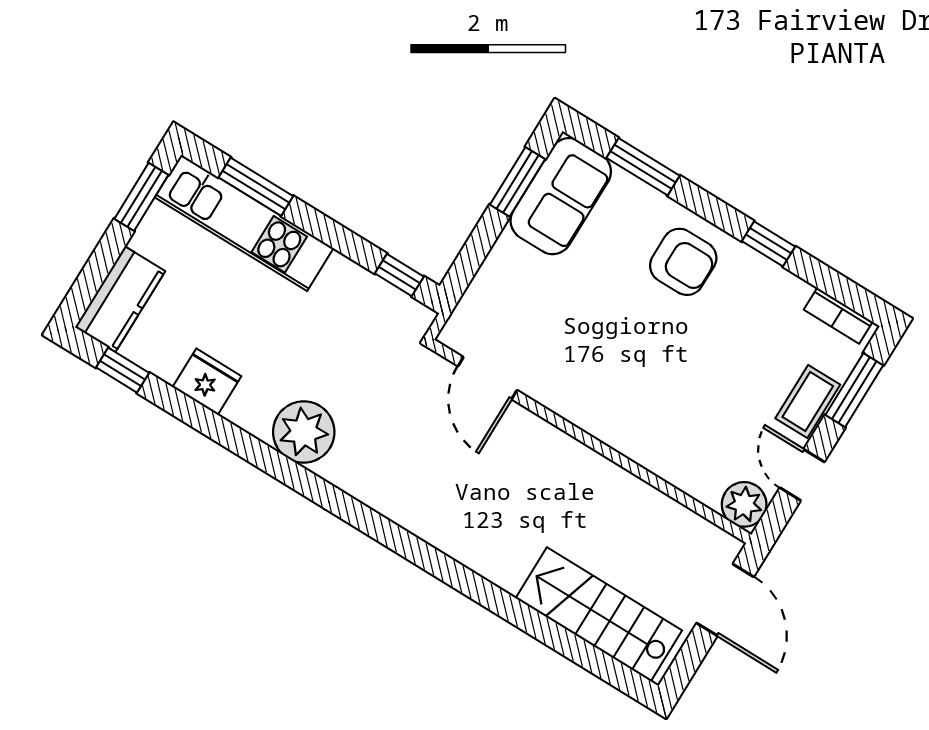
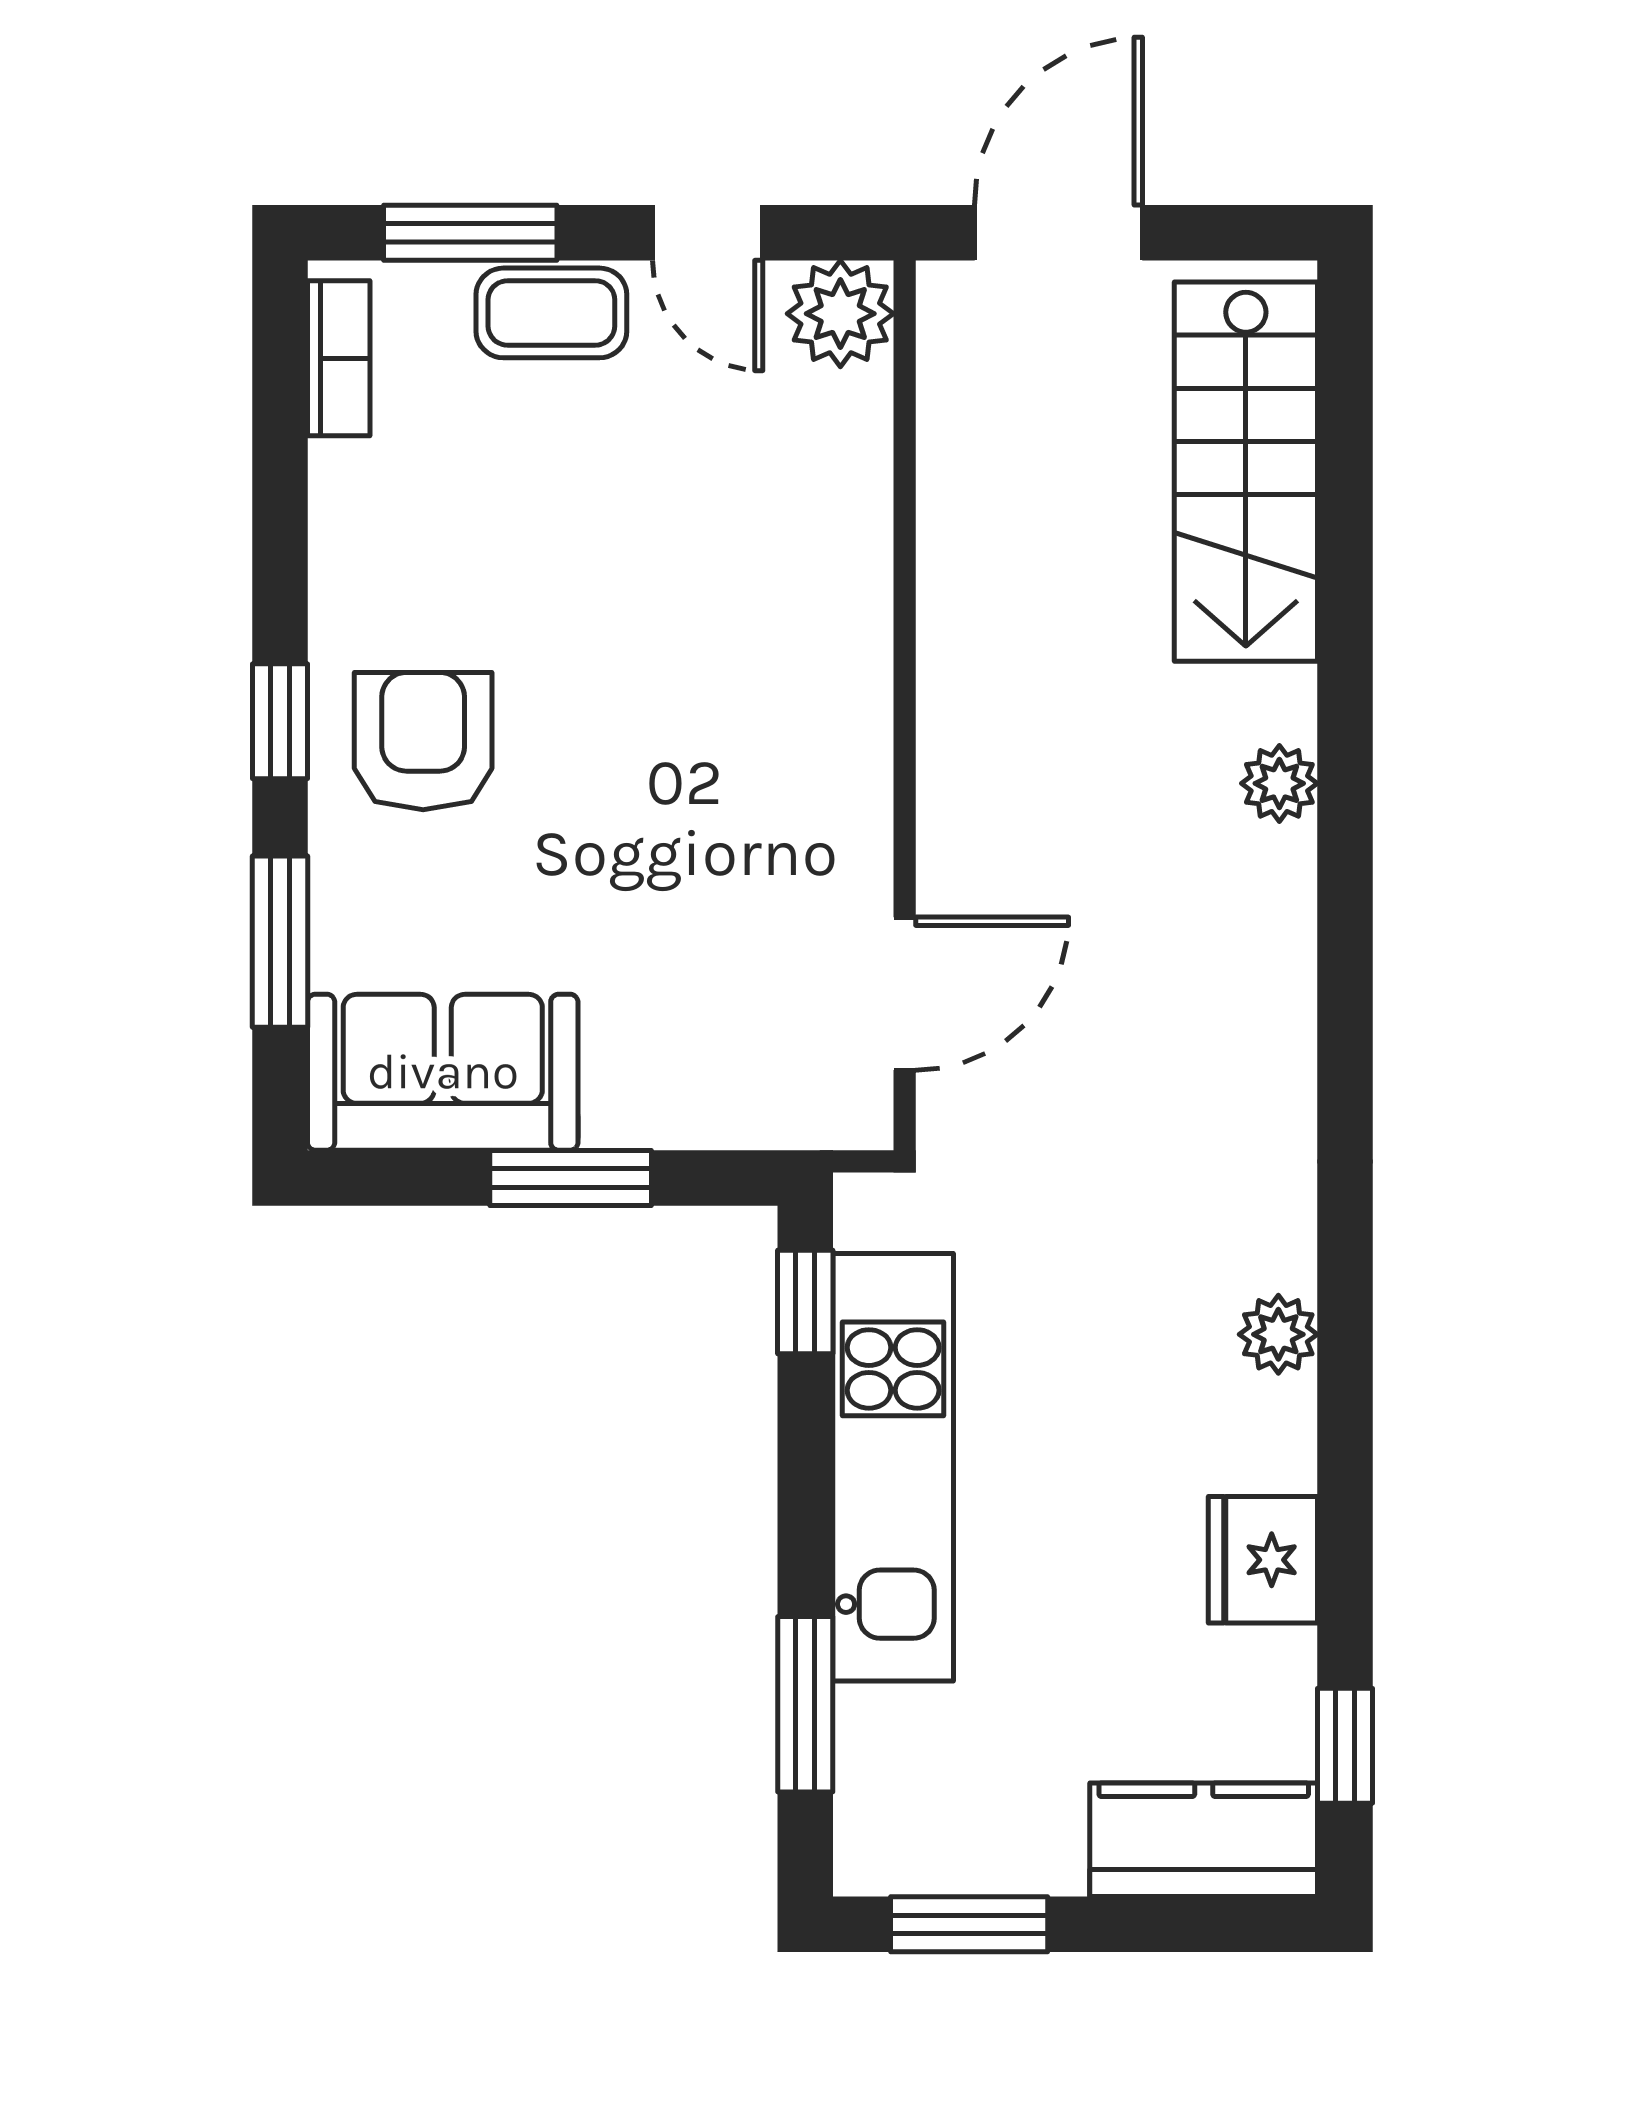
window: (518, 182) -> (571, 1178), moved
kitchen unit: (244, 223) -> (893, 1467), moved
window: (768, 244) -> (280, 721), moved
plant: (304, 432) -> (1278, 1334), width x0.53, depth x0.53
door: (802, 475) -> (708, 233), hinge flipped
plant: (480, 558) -> (1279, 783), added

